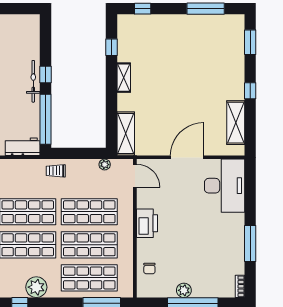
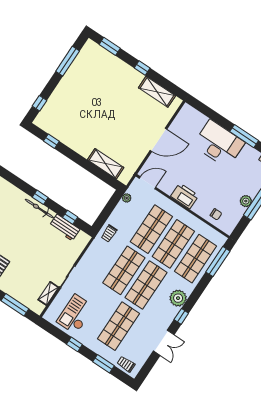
shelving: (124, 78) -> (77, 147), removed
window: (45, 119) -> (70, 217), width x0.32
shelving: (126, 133) -> (106, 164), moved
workbench: (23, 147) -> (65, 228), moved, turned -90
door: (187, 157) -> (158, 140), swing flipped
desk: (225, 186) -> (219, 144), moved

